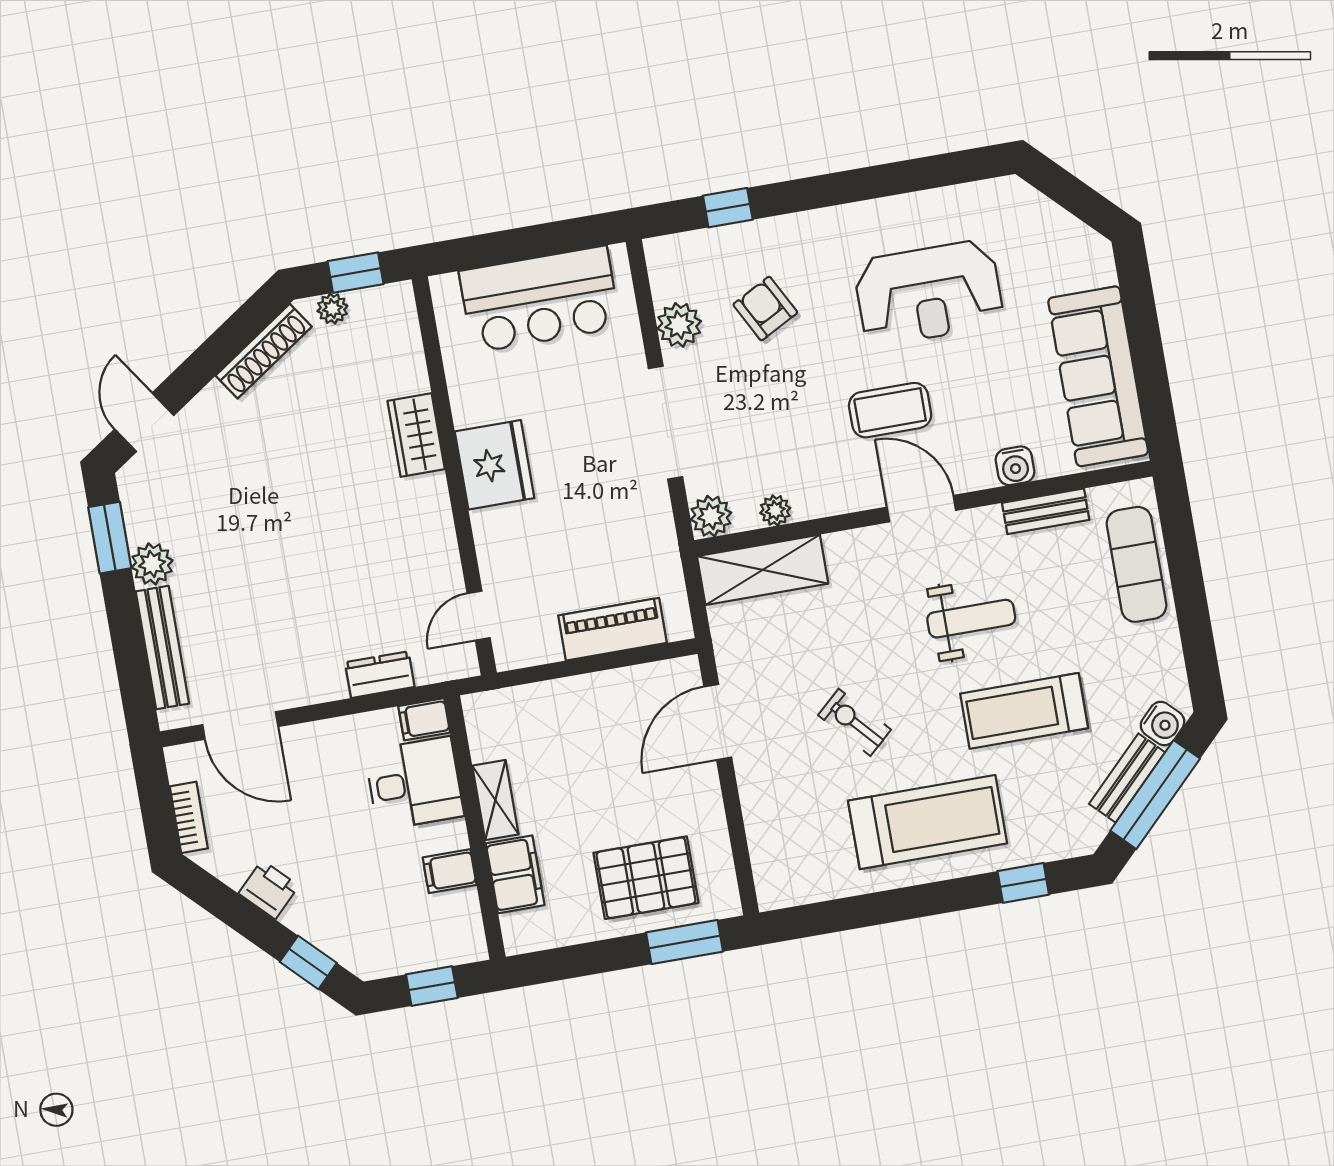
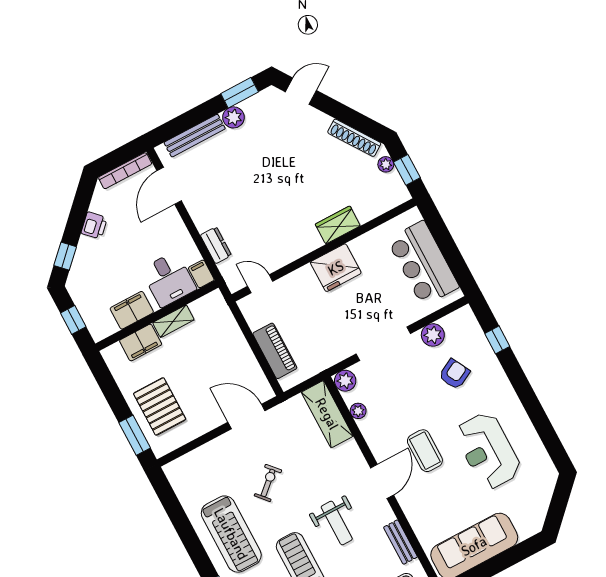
water cooler: (1015, 466) -> (418, 520), removed
bookcase: (189, 817) -> (125, 171), width x1.56
filing cabinet: (450, 871) -> (132, 310), width x2.00

